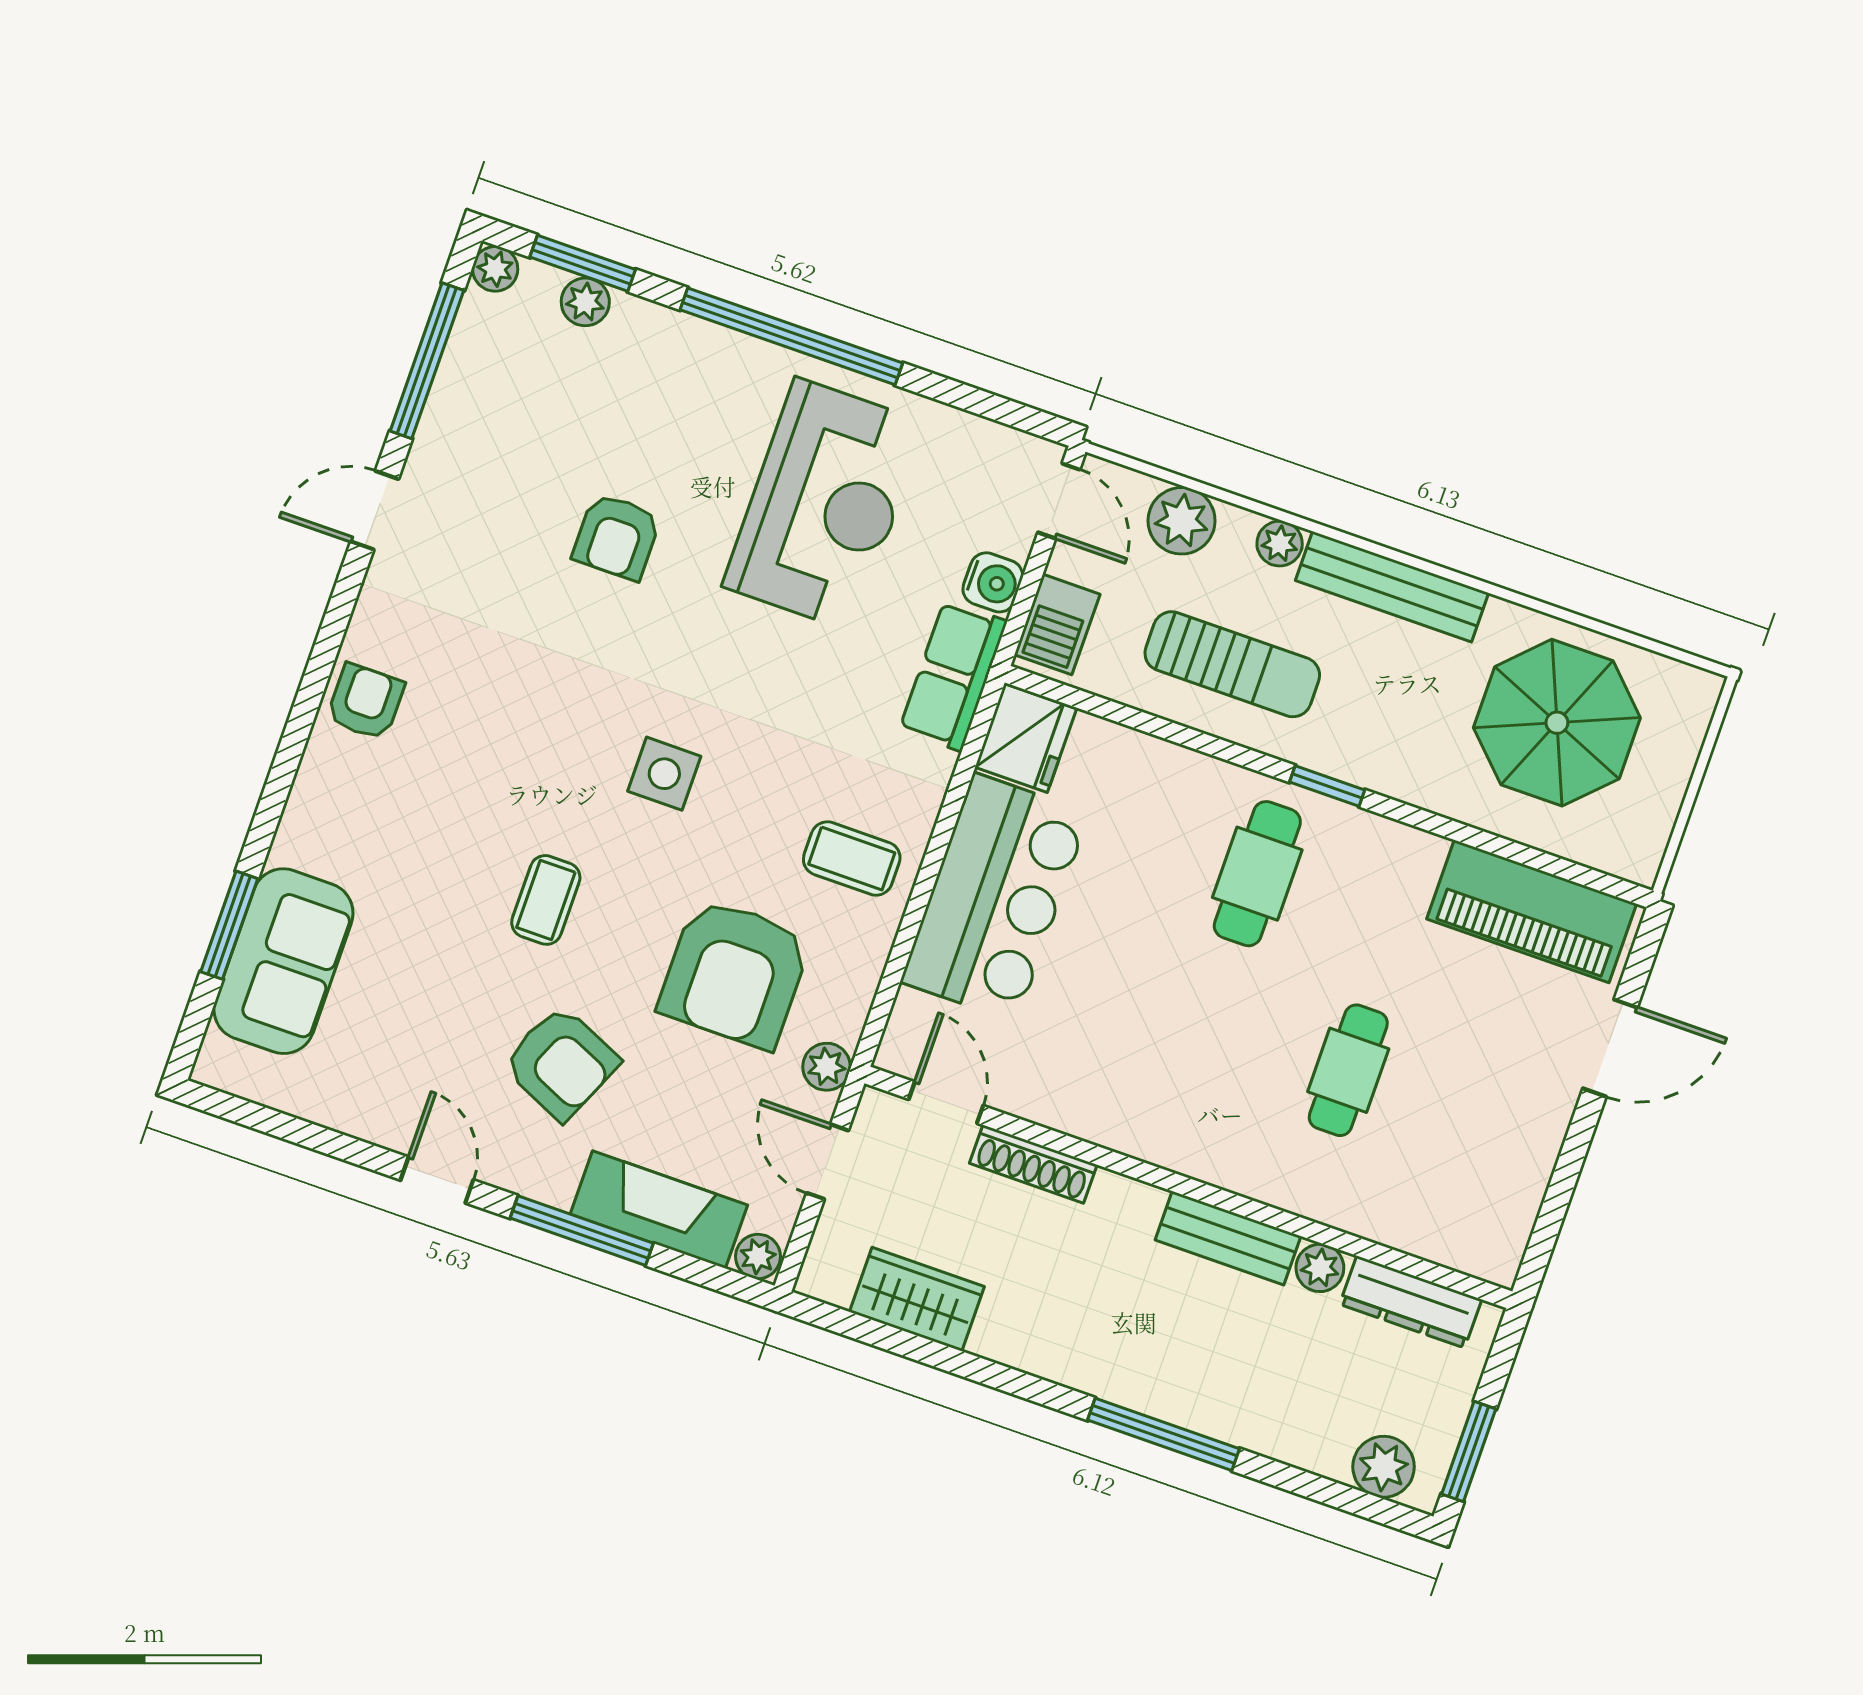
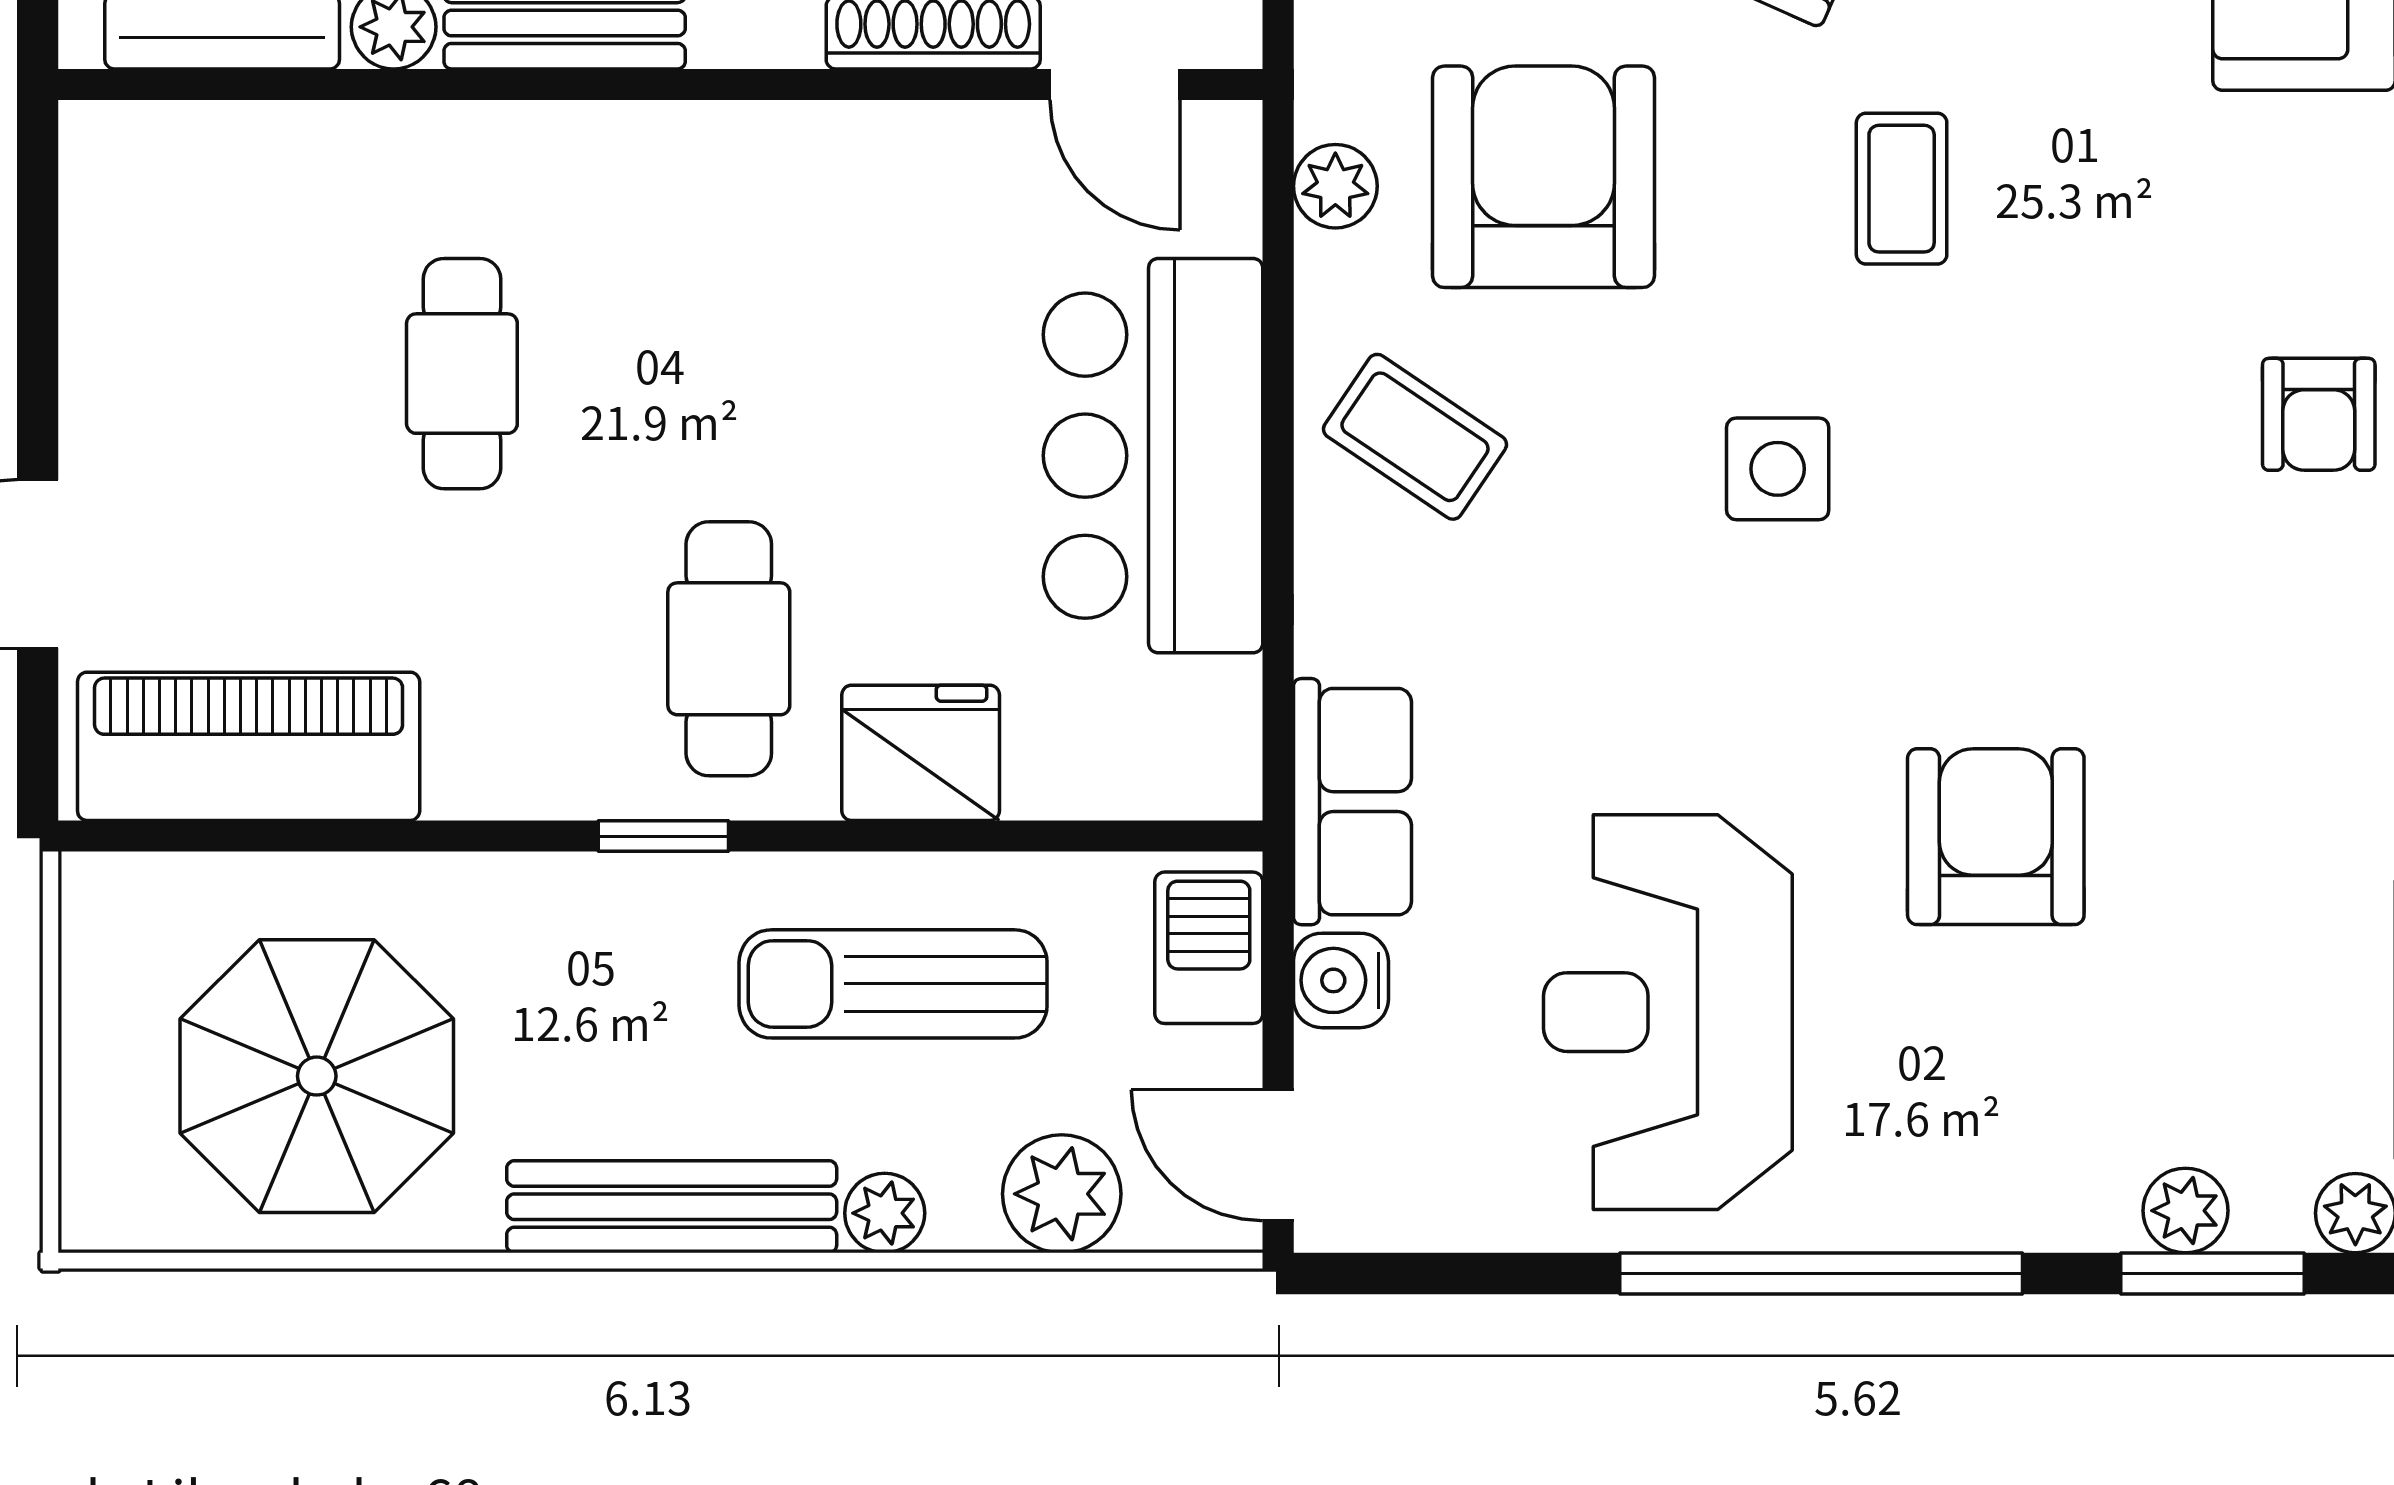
armchair: (617, 537) -> (1996, 837), width x1.38, depth x1.38
fridge: (1026, 738) -> (921, 753), moved, turned 90
coffee table: (852, 859) -> (1415, 437), turned 34
plant: (827, 1067) -> (1335, 186), moved

